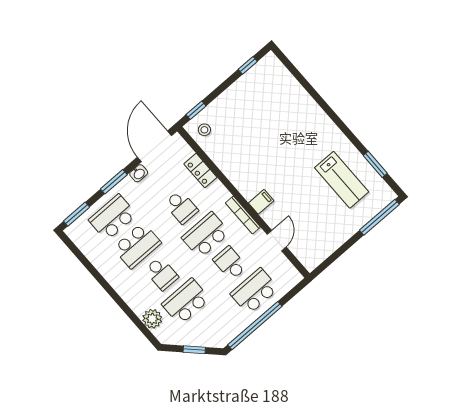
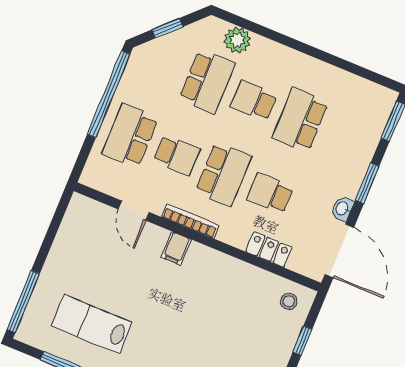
window: (196, 110) -> (302, 341), moved
school desk: (113, 217) -> (347, 139), removed
school desk: (254, 291) -> (130, 136), turned 180

